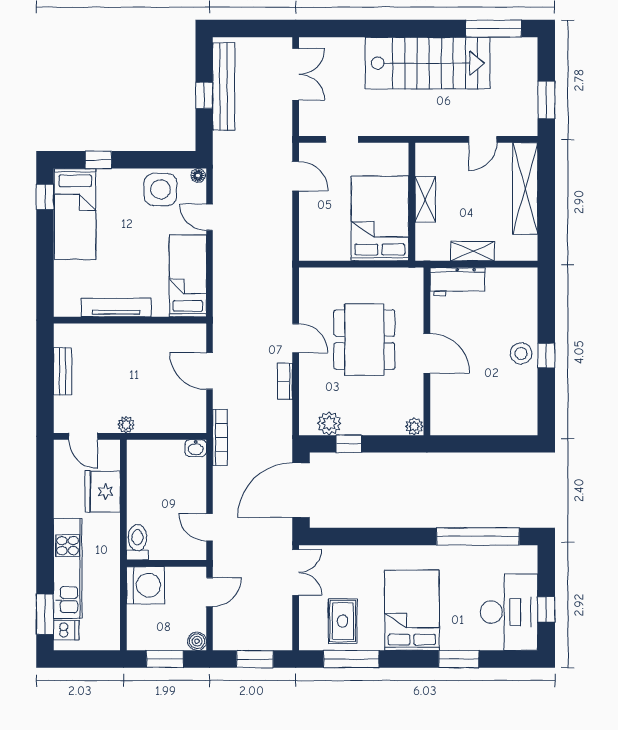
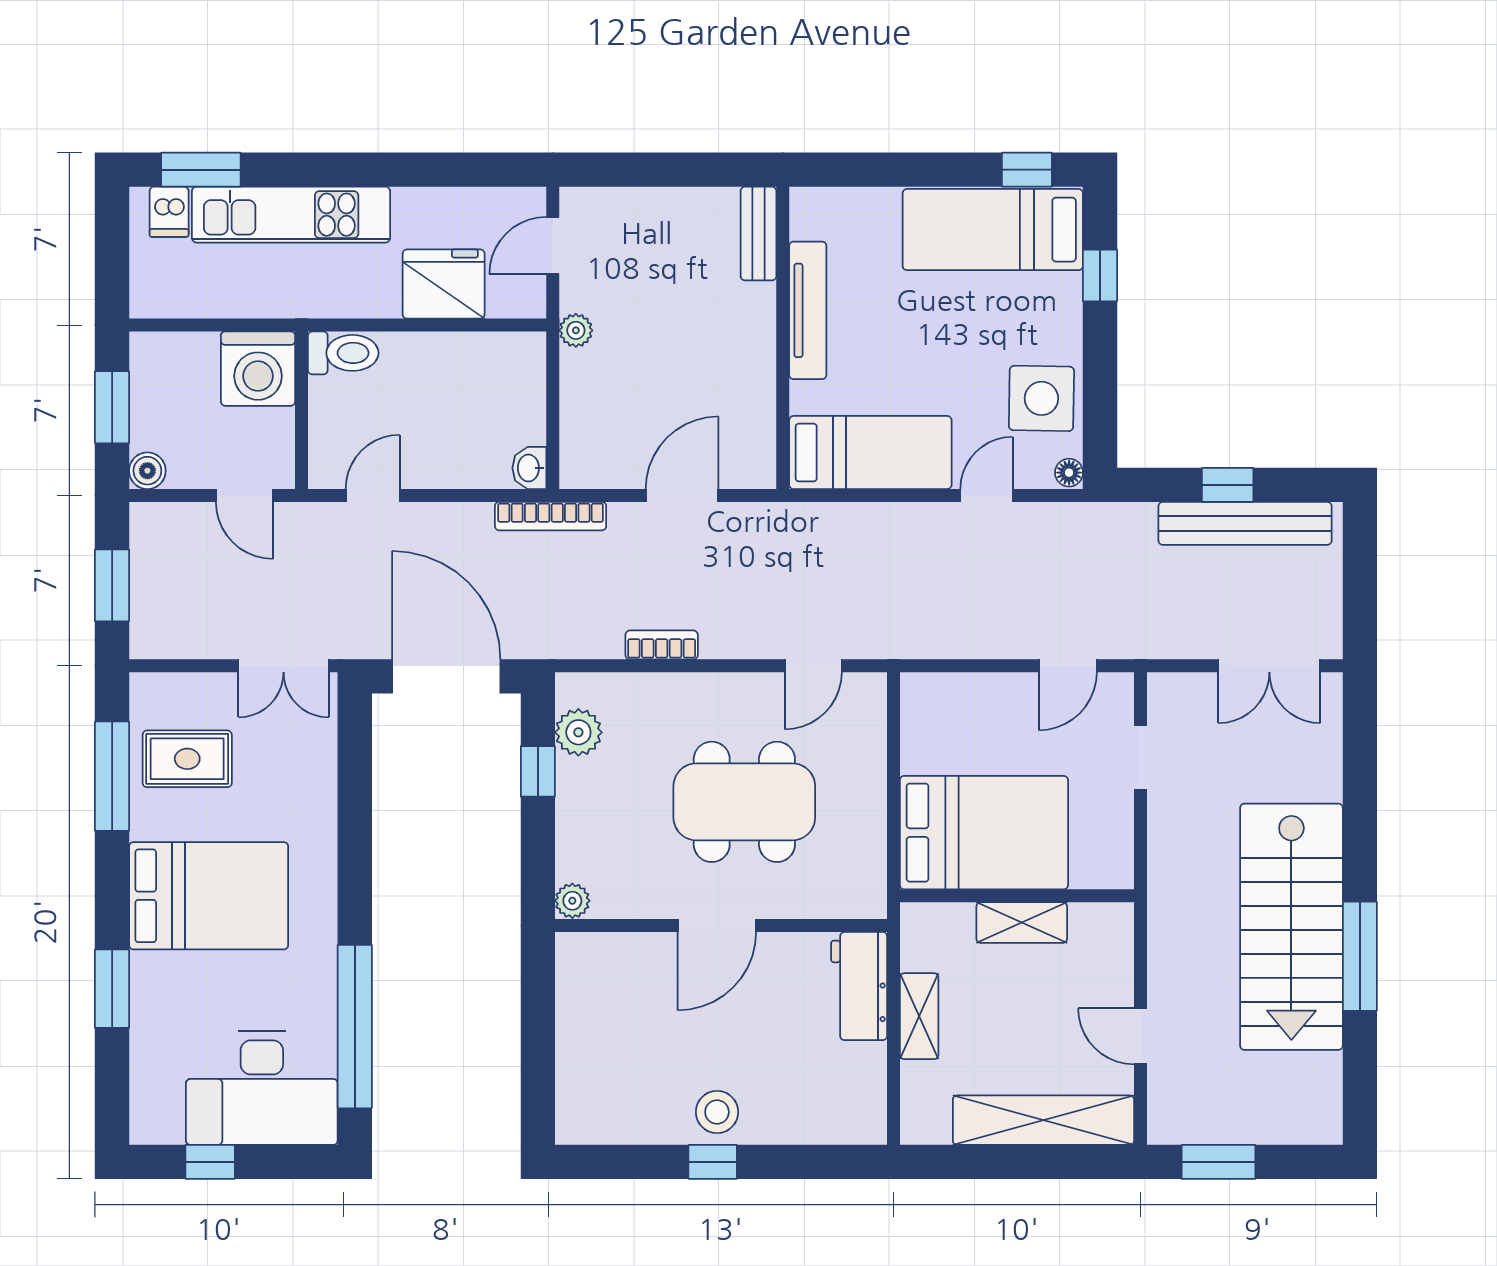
window: (494, 29) -> (1360, 956), moved
door: (296, 338) -> (813, 666), moved
bench: (63, 371) -> (758, 234), moved, turned 90
desk: (509, 612) -> (262, 1088), moved

